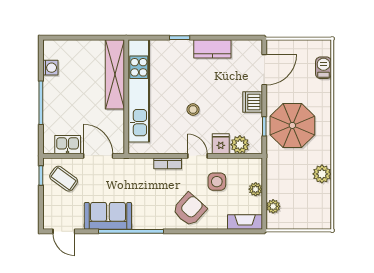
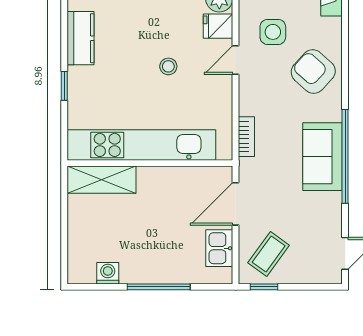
shelving: (115, 74) -> (101, 180), width x0.68
bookcase: (168, 163) -> (246, 137), moved
sofa: (108, 216) -> (322, 157), moved

